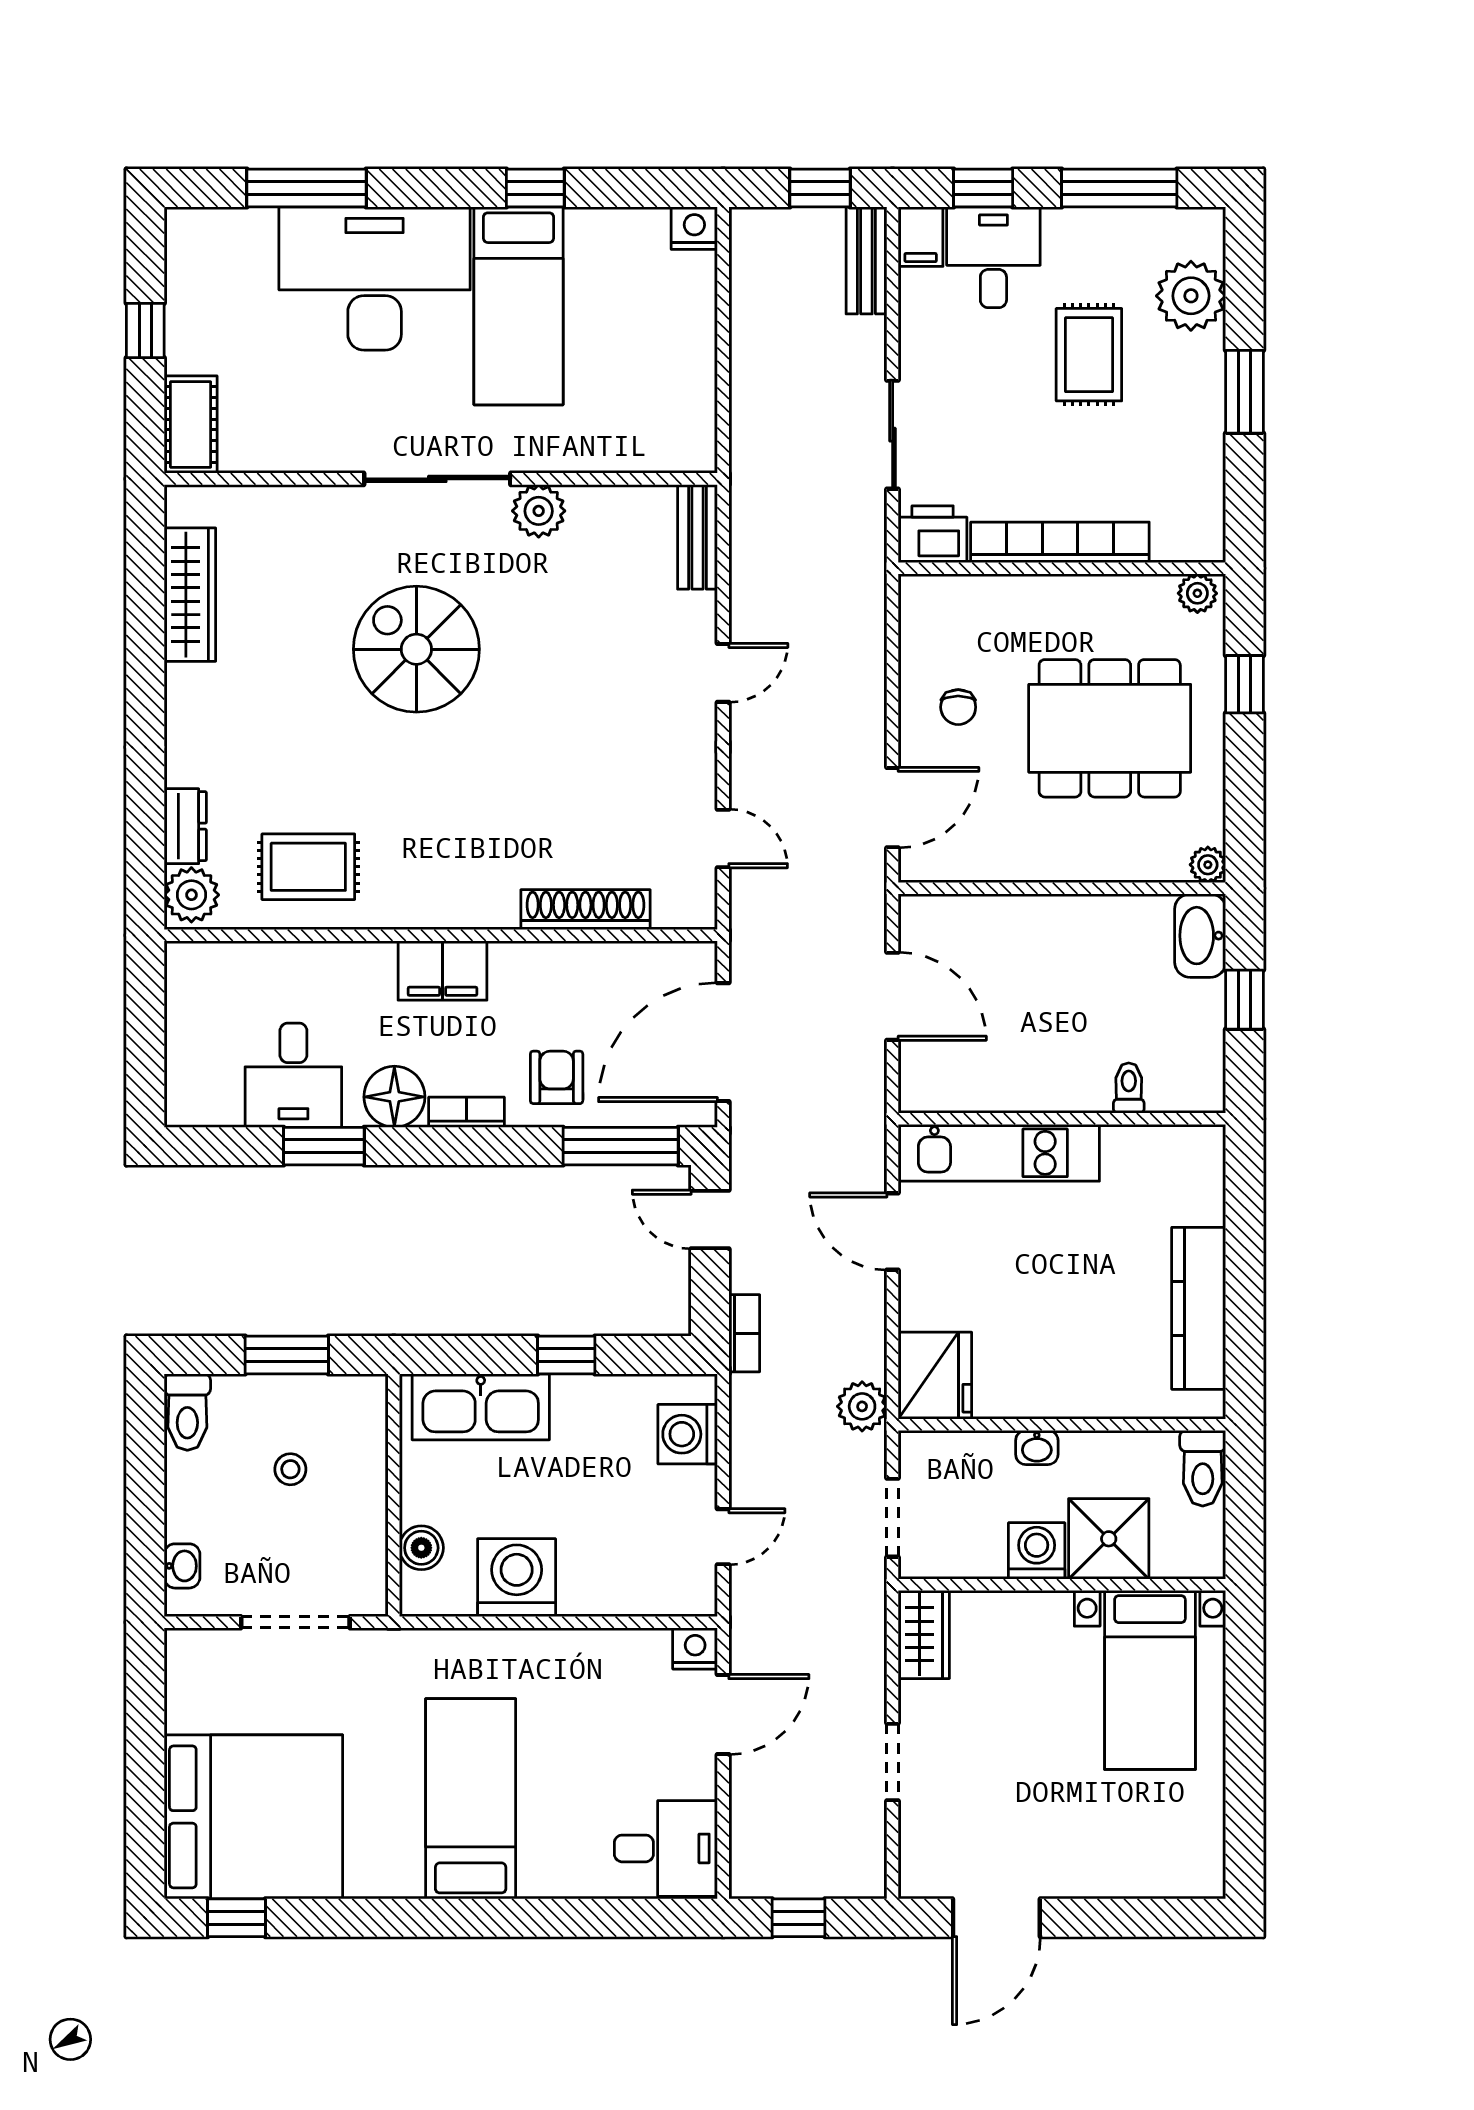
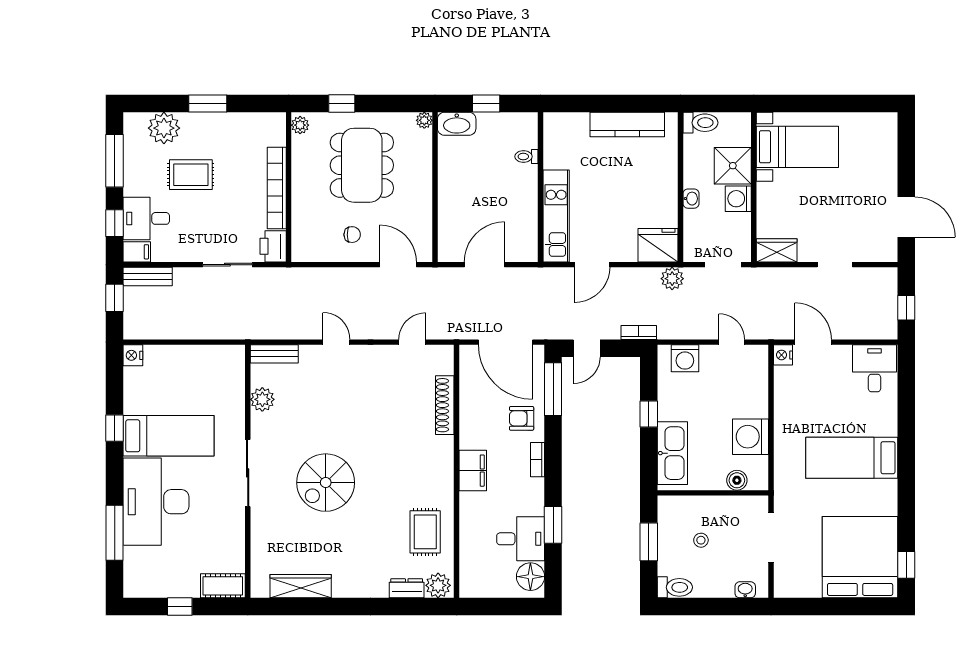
plant: (539, 511) -> (262, 399), moved
floor lamp: (394, 1097) -> (530, 577), moved

